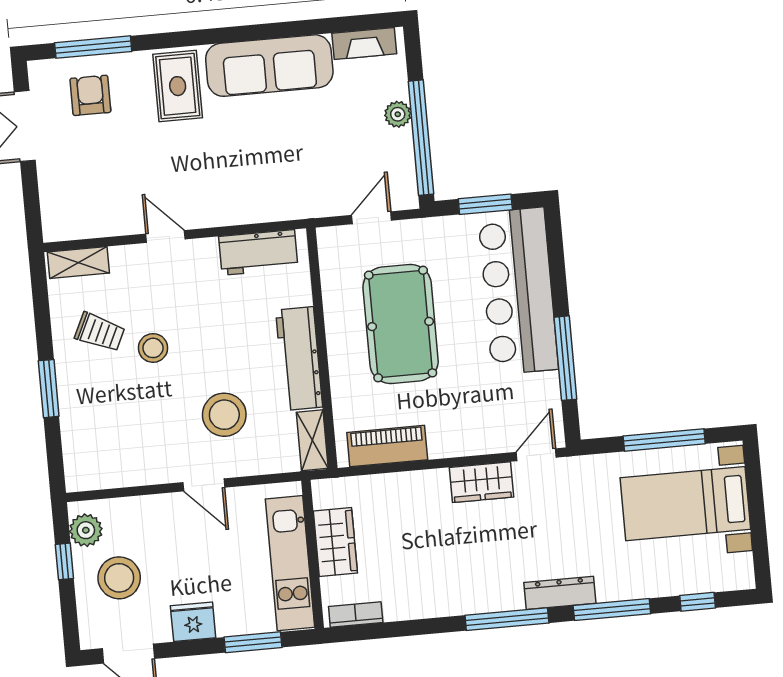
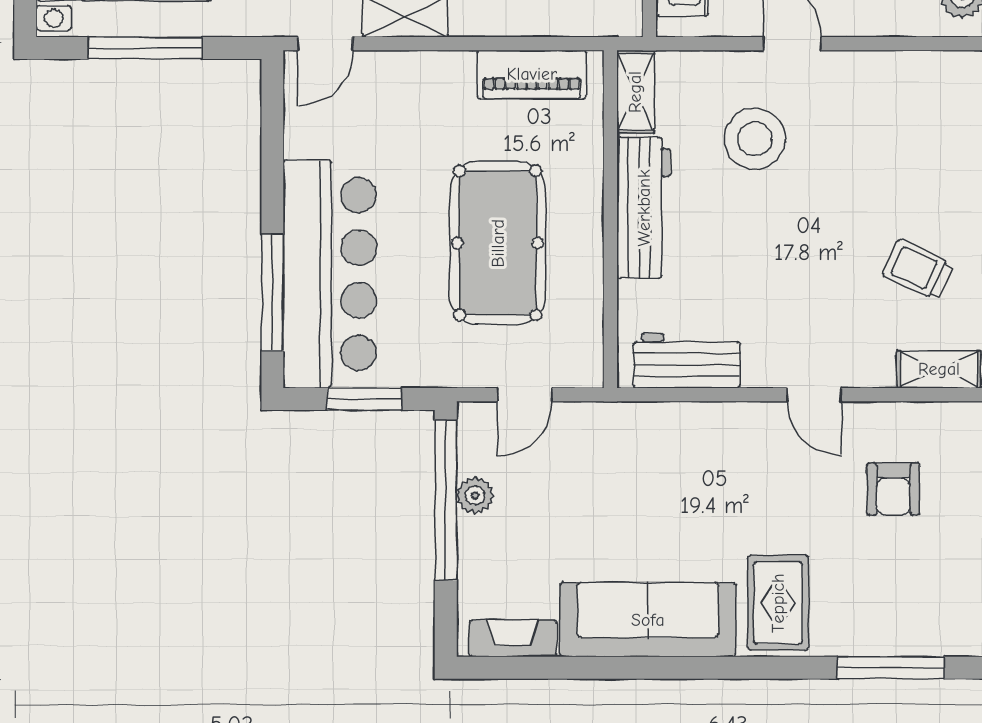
armchair: (90, 95) -> (893, 489), moved
plant: (398, 114) -> (475, 495), moved
stool: (153, 348) -> (846, 241), removed
window: (565, 358) -> (272, 292), moved

